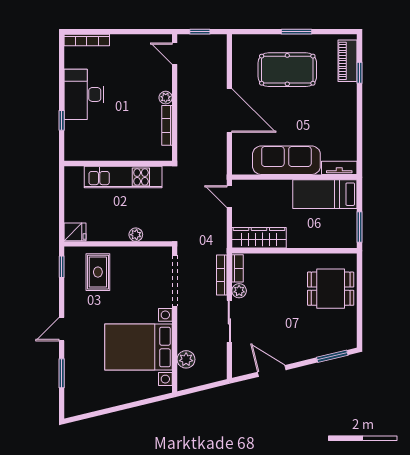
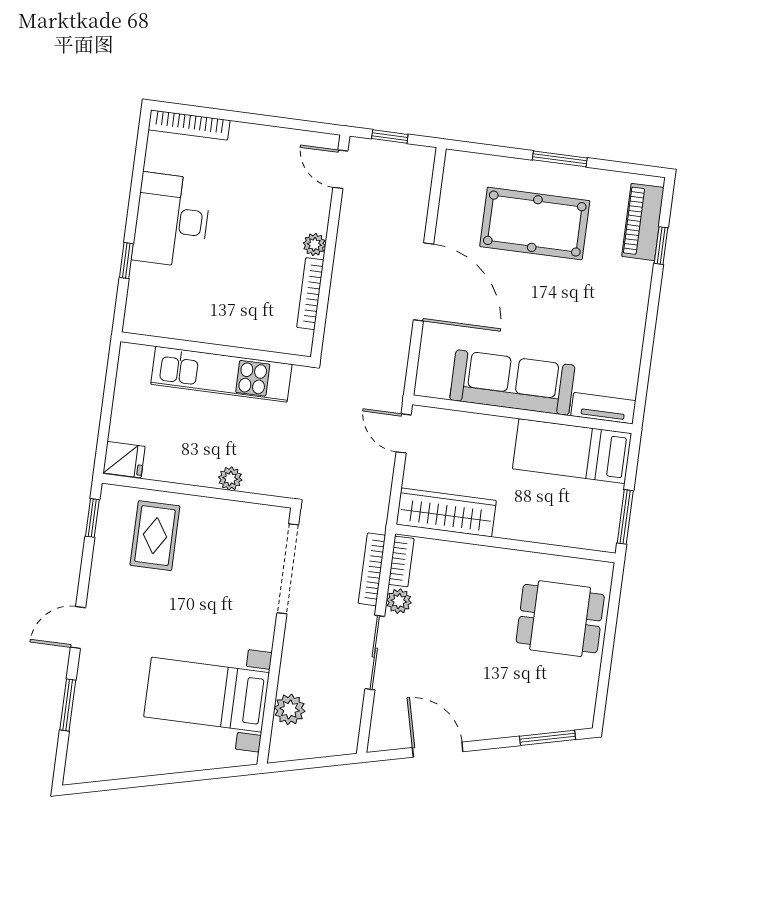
bed with nightstands: (138, 347) -> (207, 695), width x0.73

